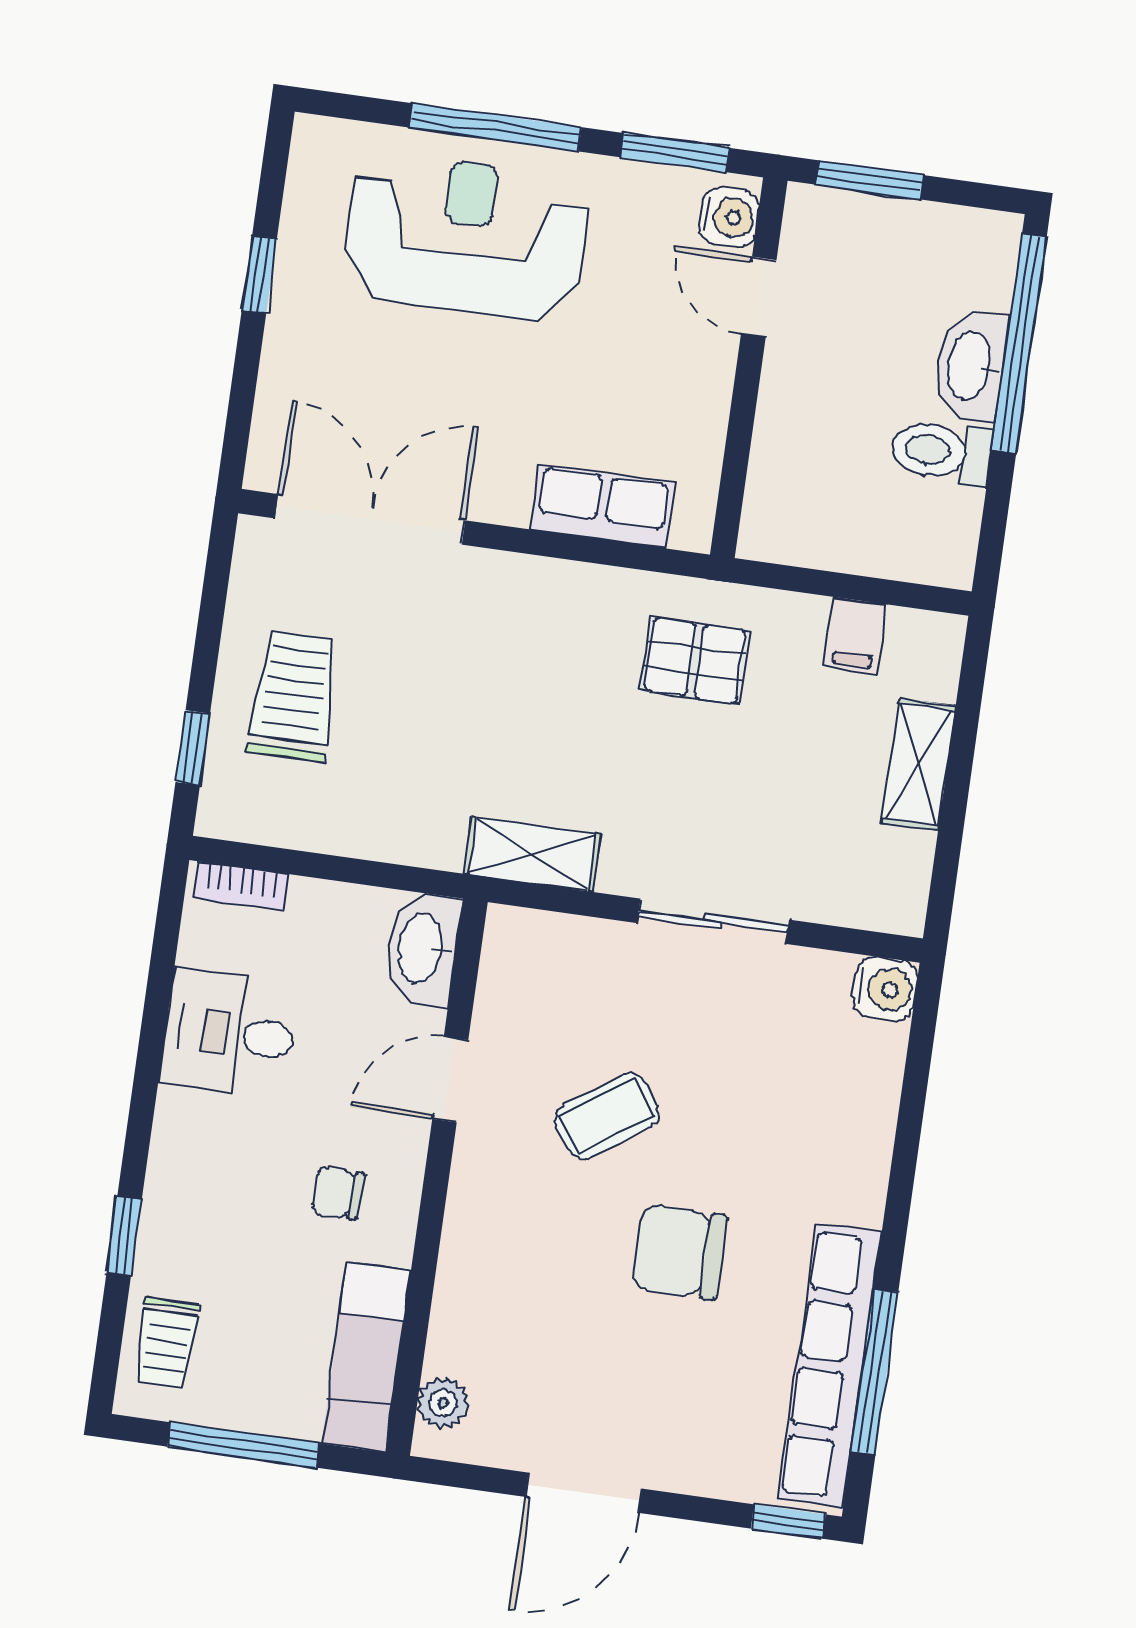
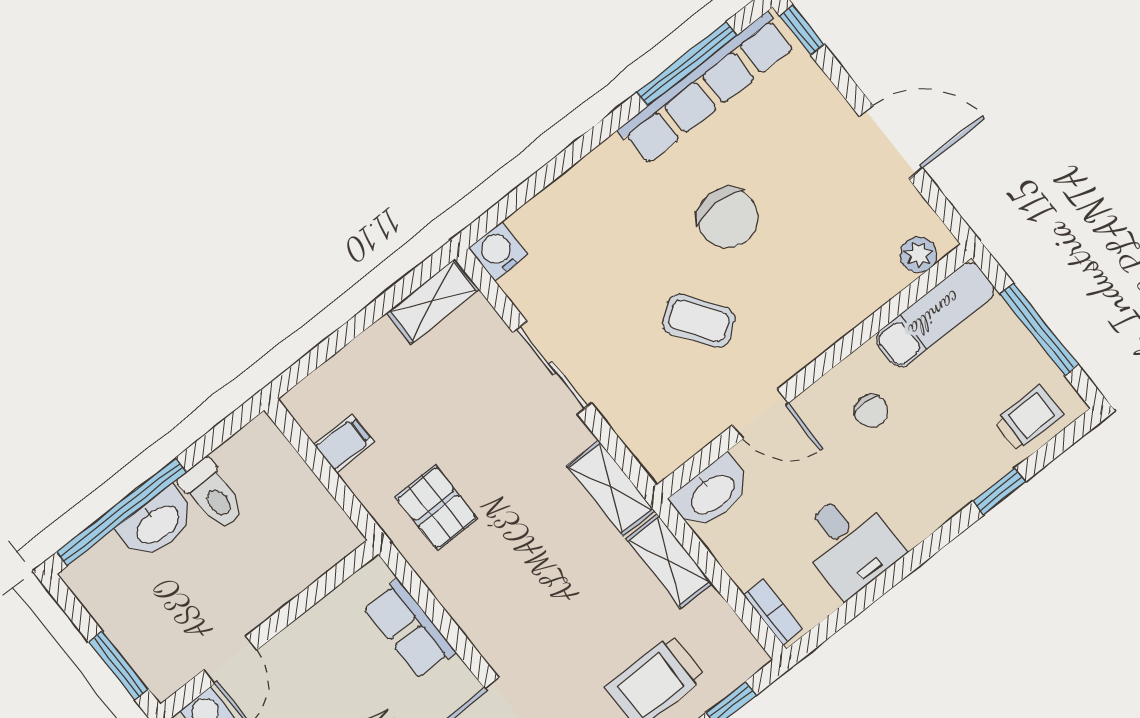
shelving: (919, 764) -> (433, 301), moved
shelving: (399, 836) -> (669, 561), added

